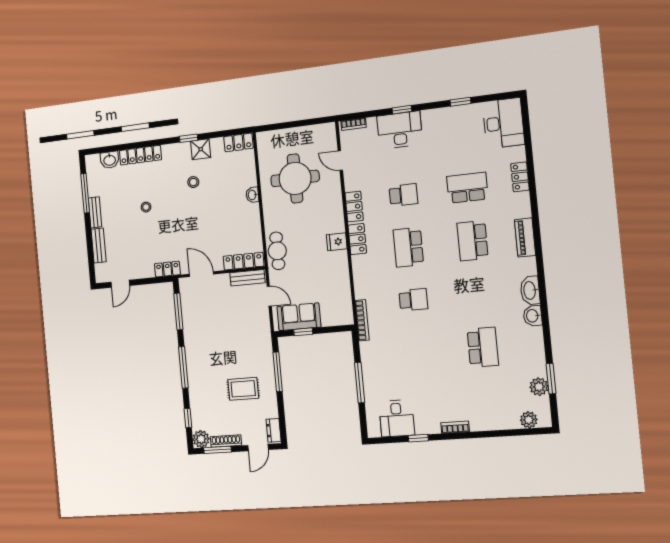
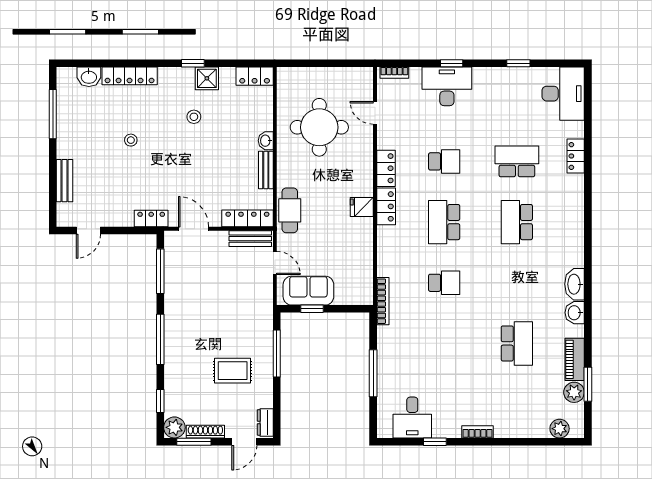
bench: (95, 212) -> (266, 170), moved
piano: (525, 237) -> (575, 359), moved

